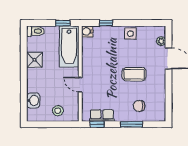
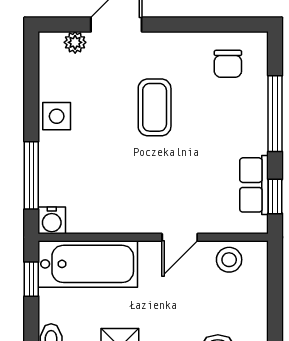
window: (106, 23) -> (31, 175), width x2.17
chair: (139, 106) -> (228, 64), moved
stool: (58, 111) -> (229, 260), moved
window: (132, 124) -> (275, 114), width x1.44

